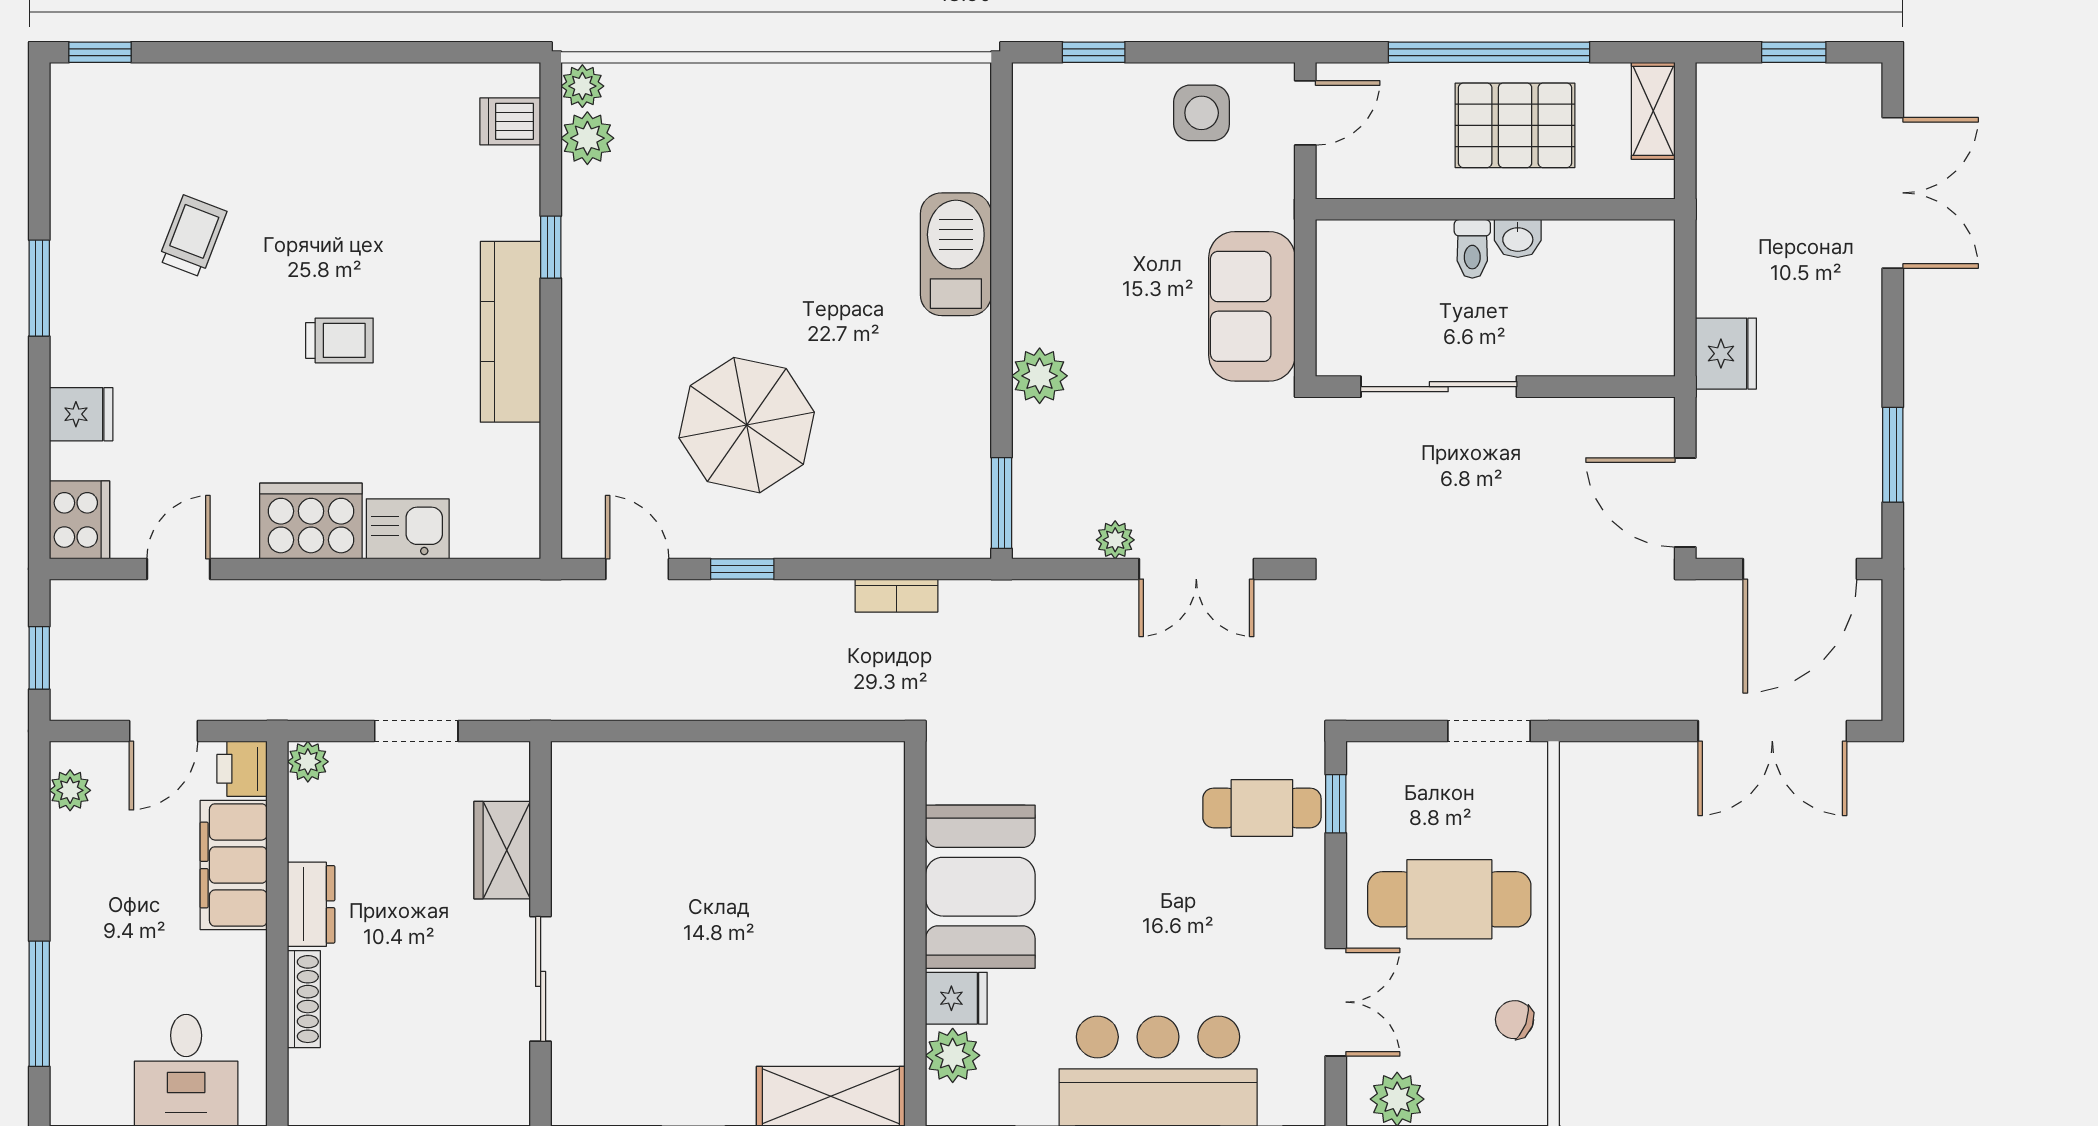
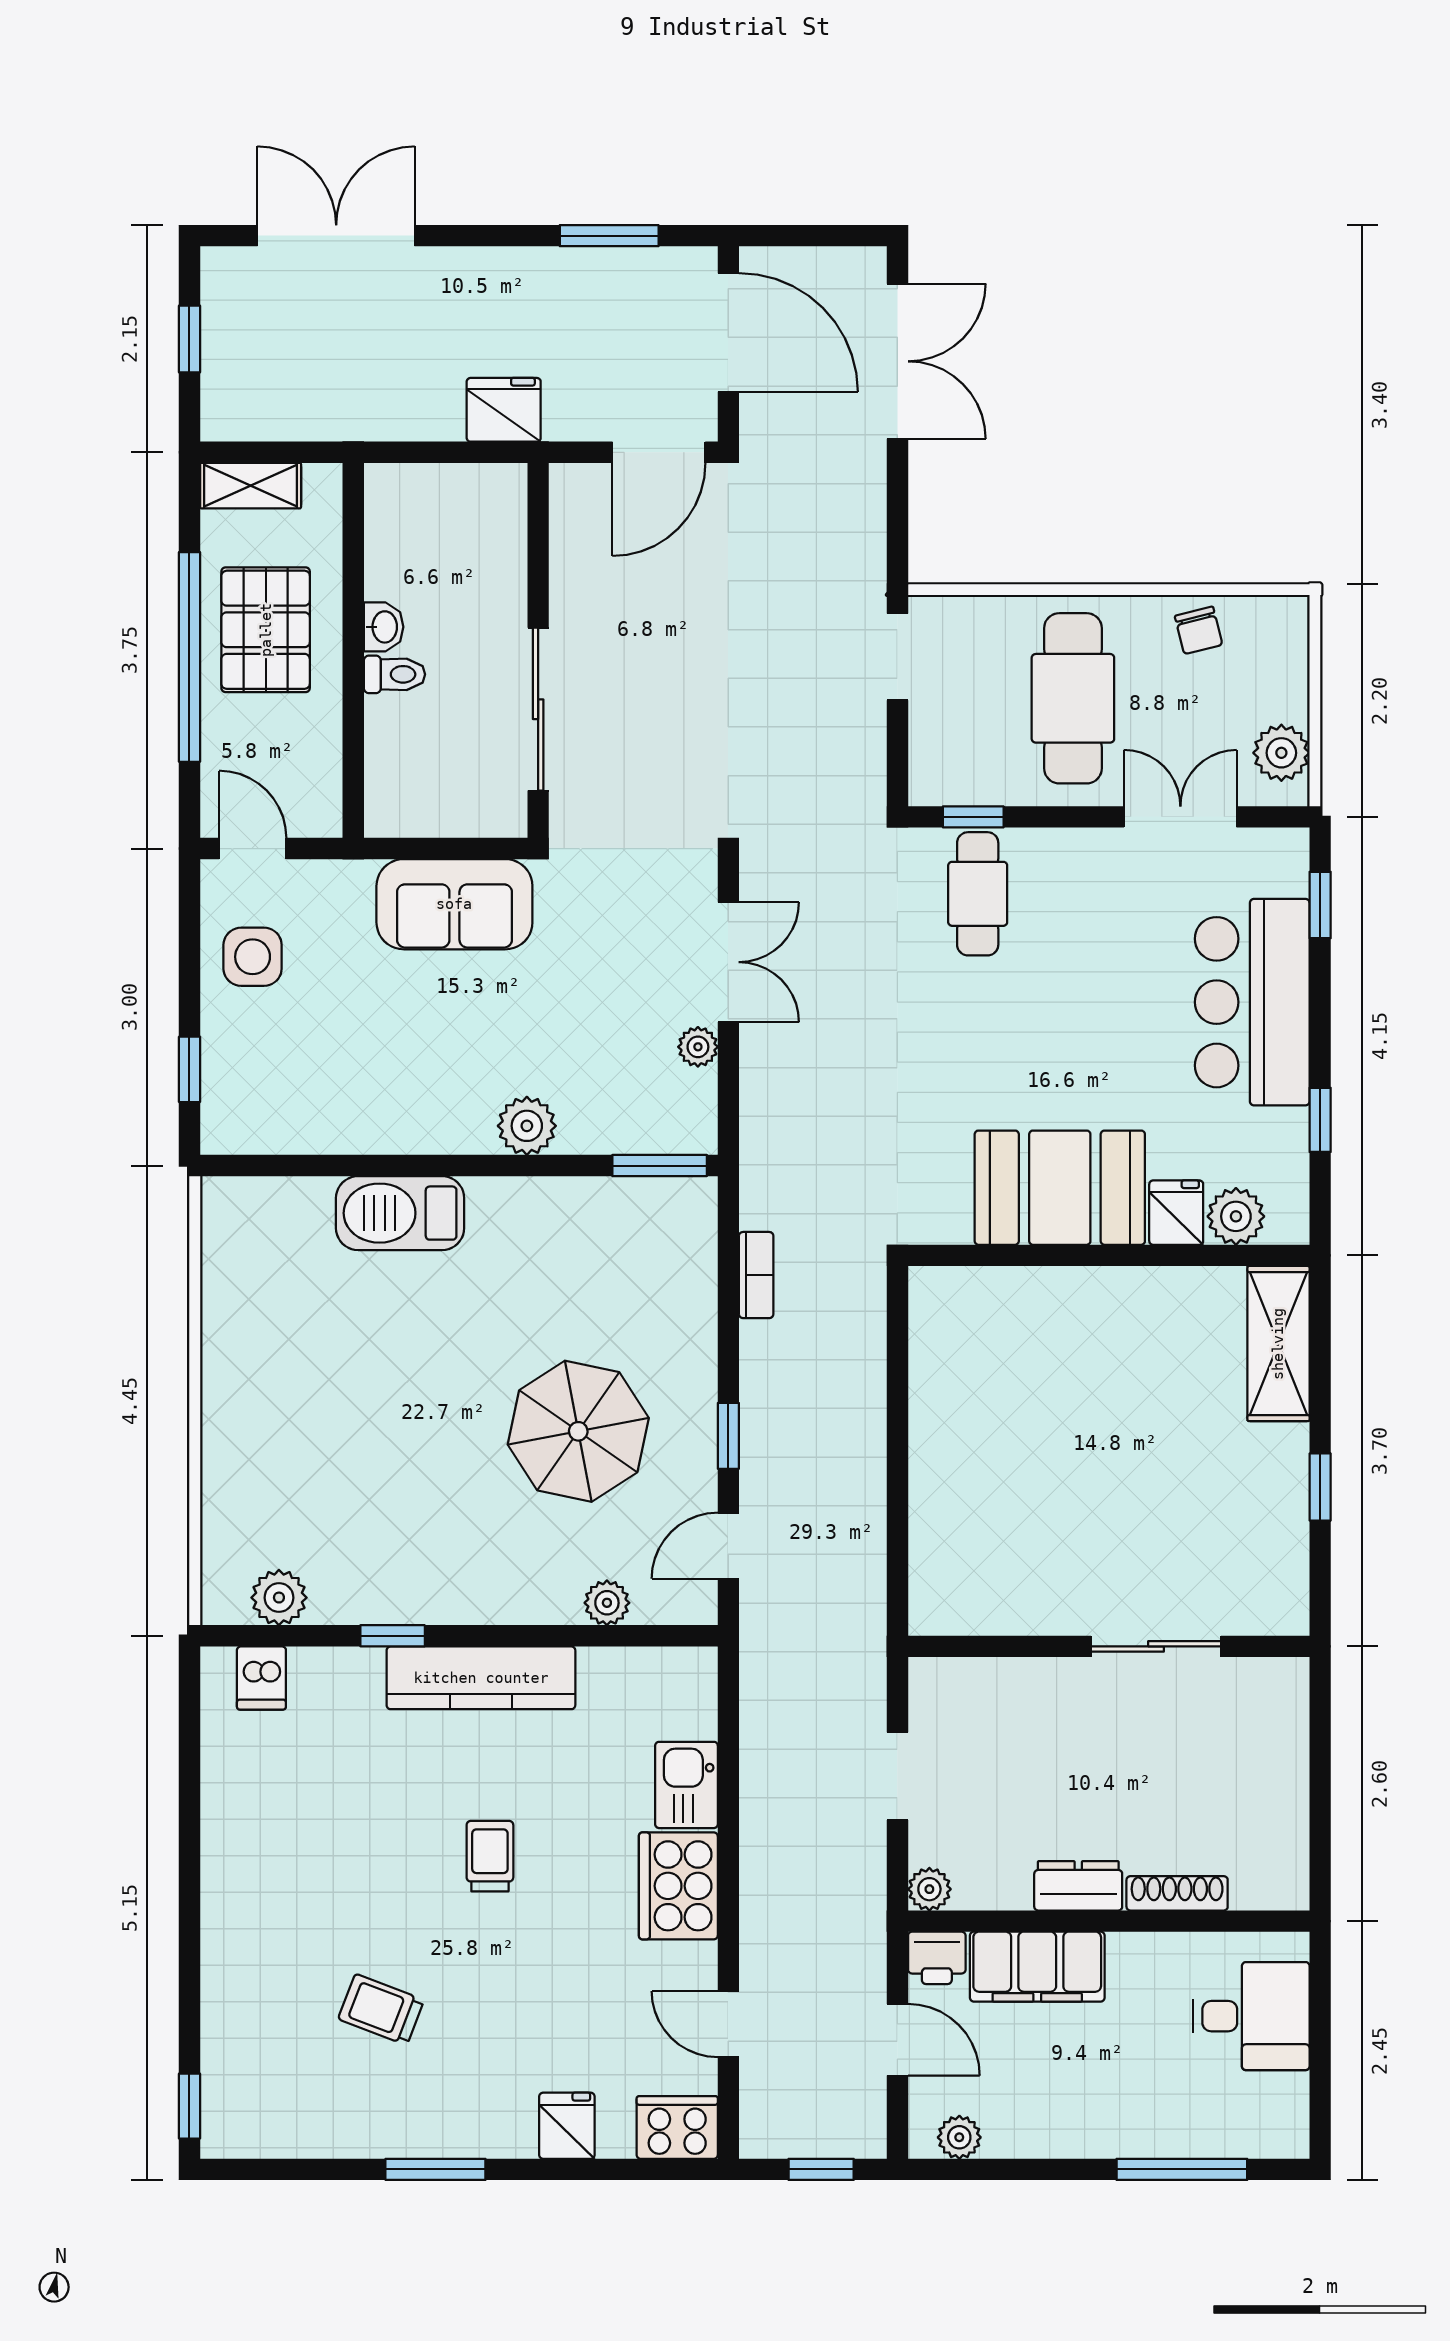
plant: (582, 86) -> (607, 1603), moved
wardrobe: (502, 850) -> (1022, 1686), removed
chair: (1515, 1020) -> (1199, 630), turned -34

